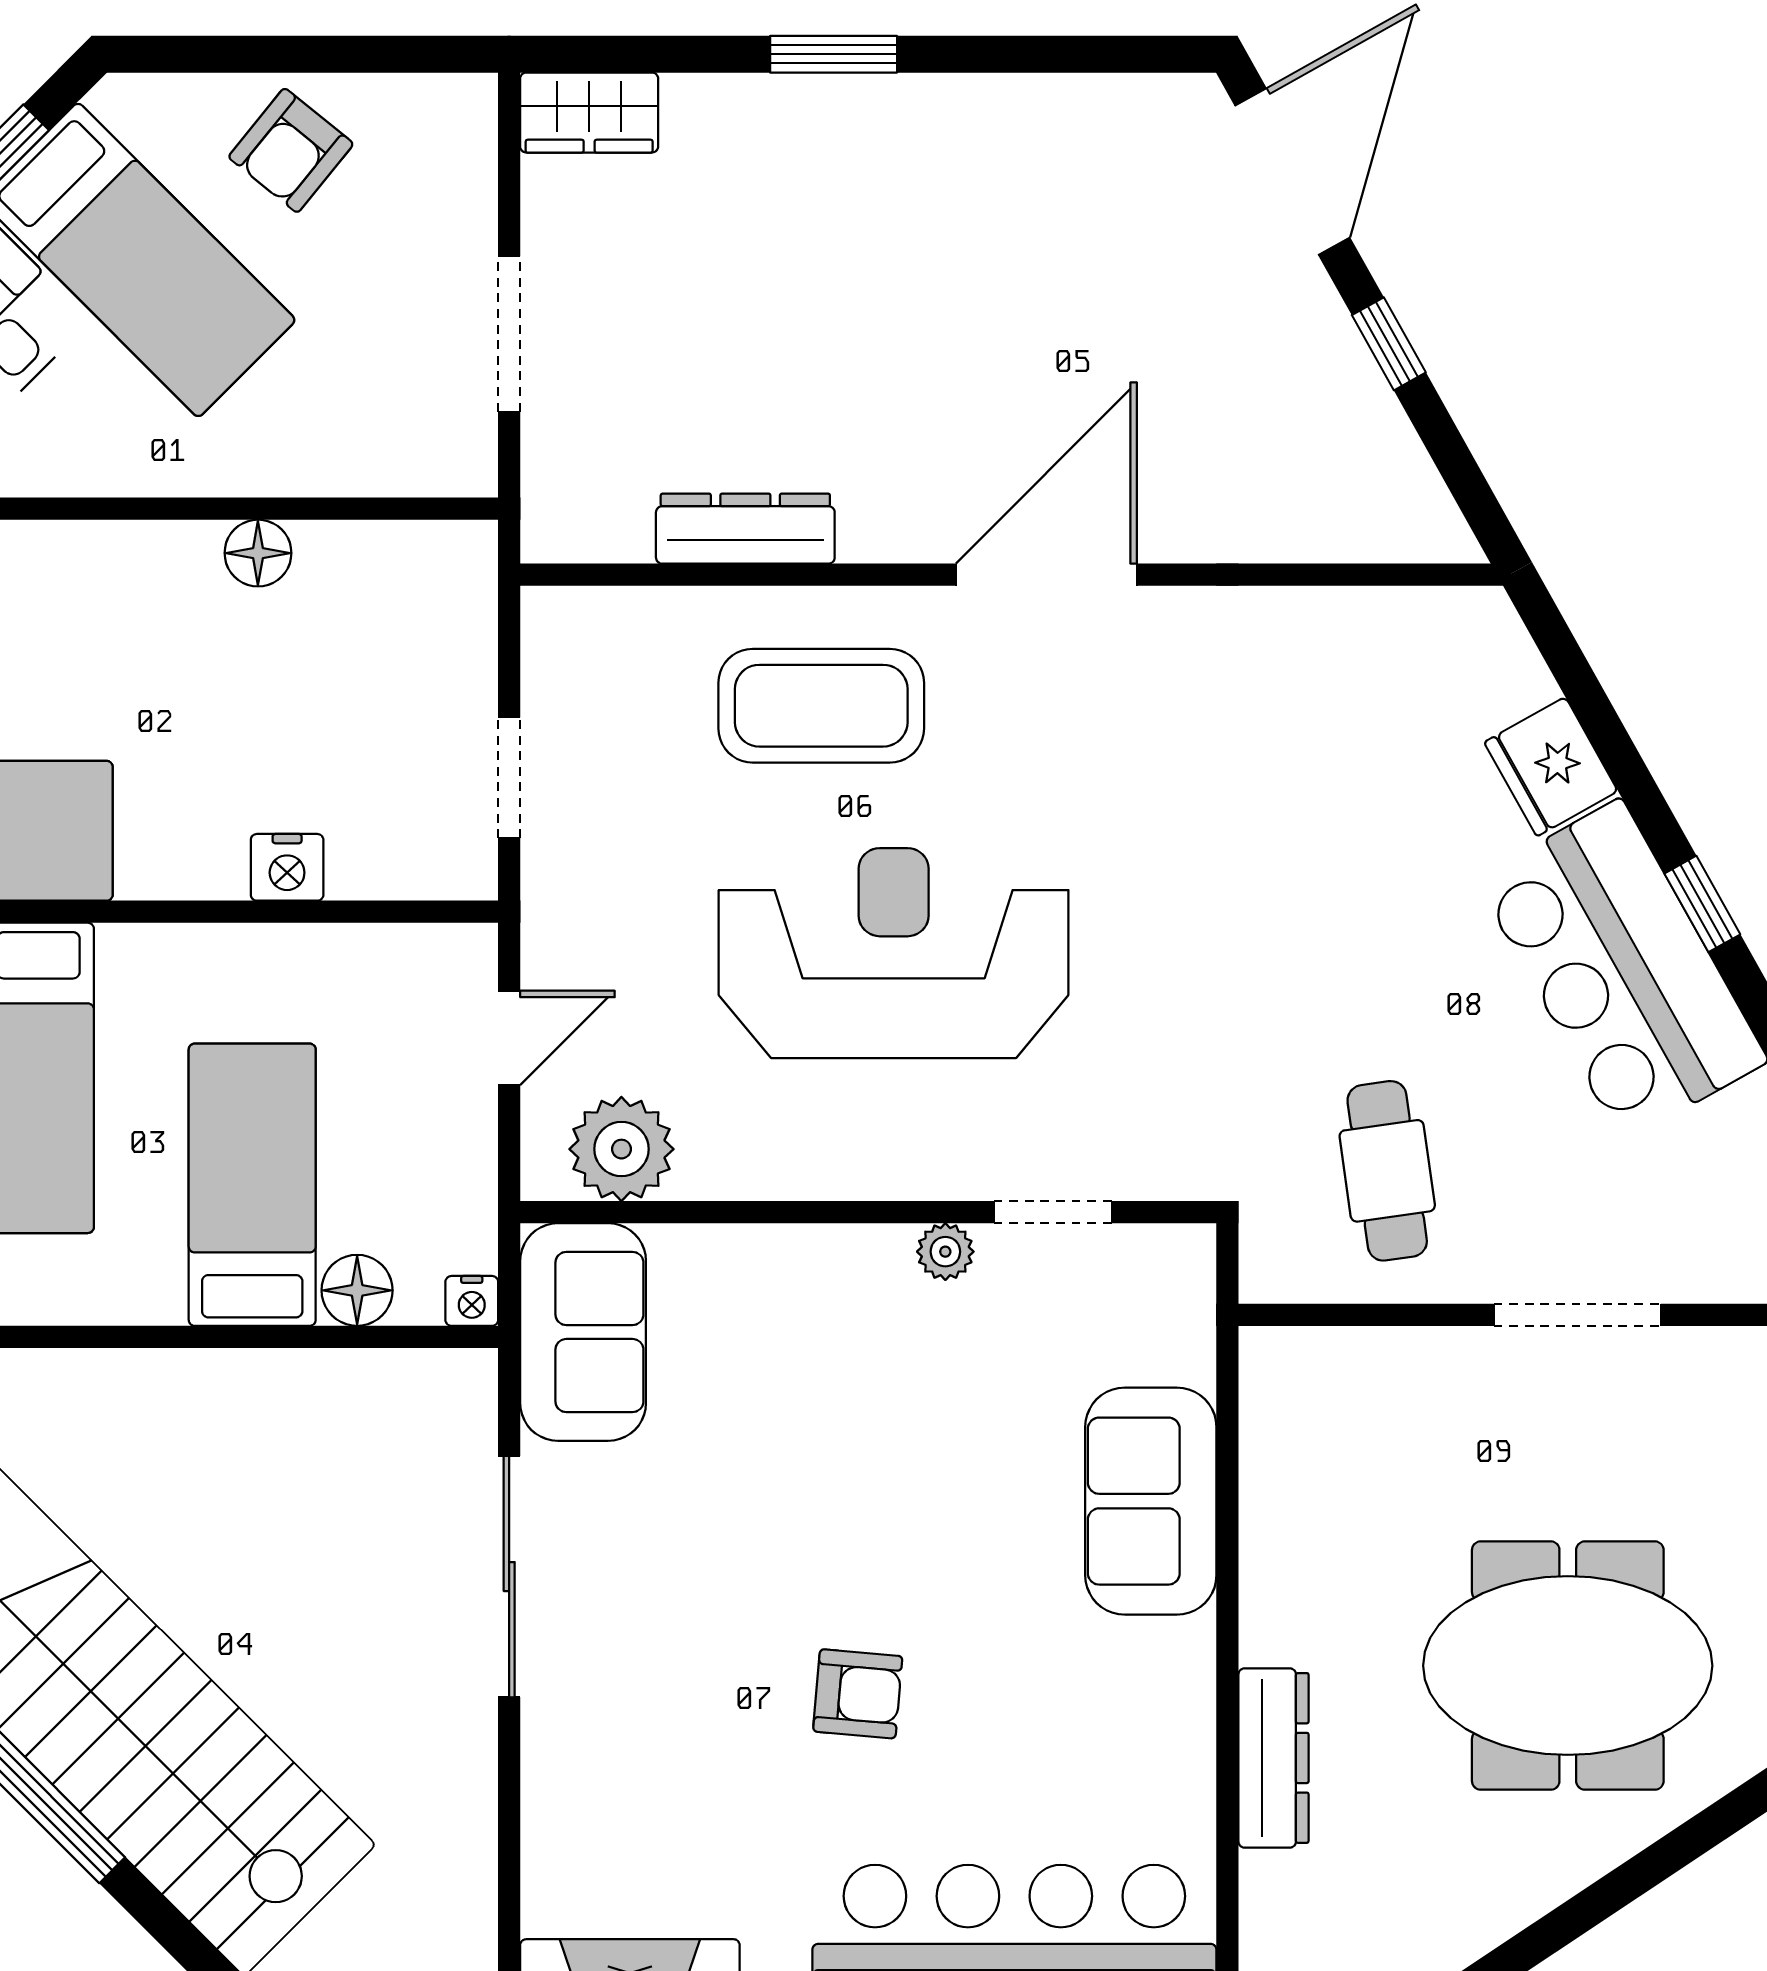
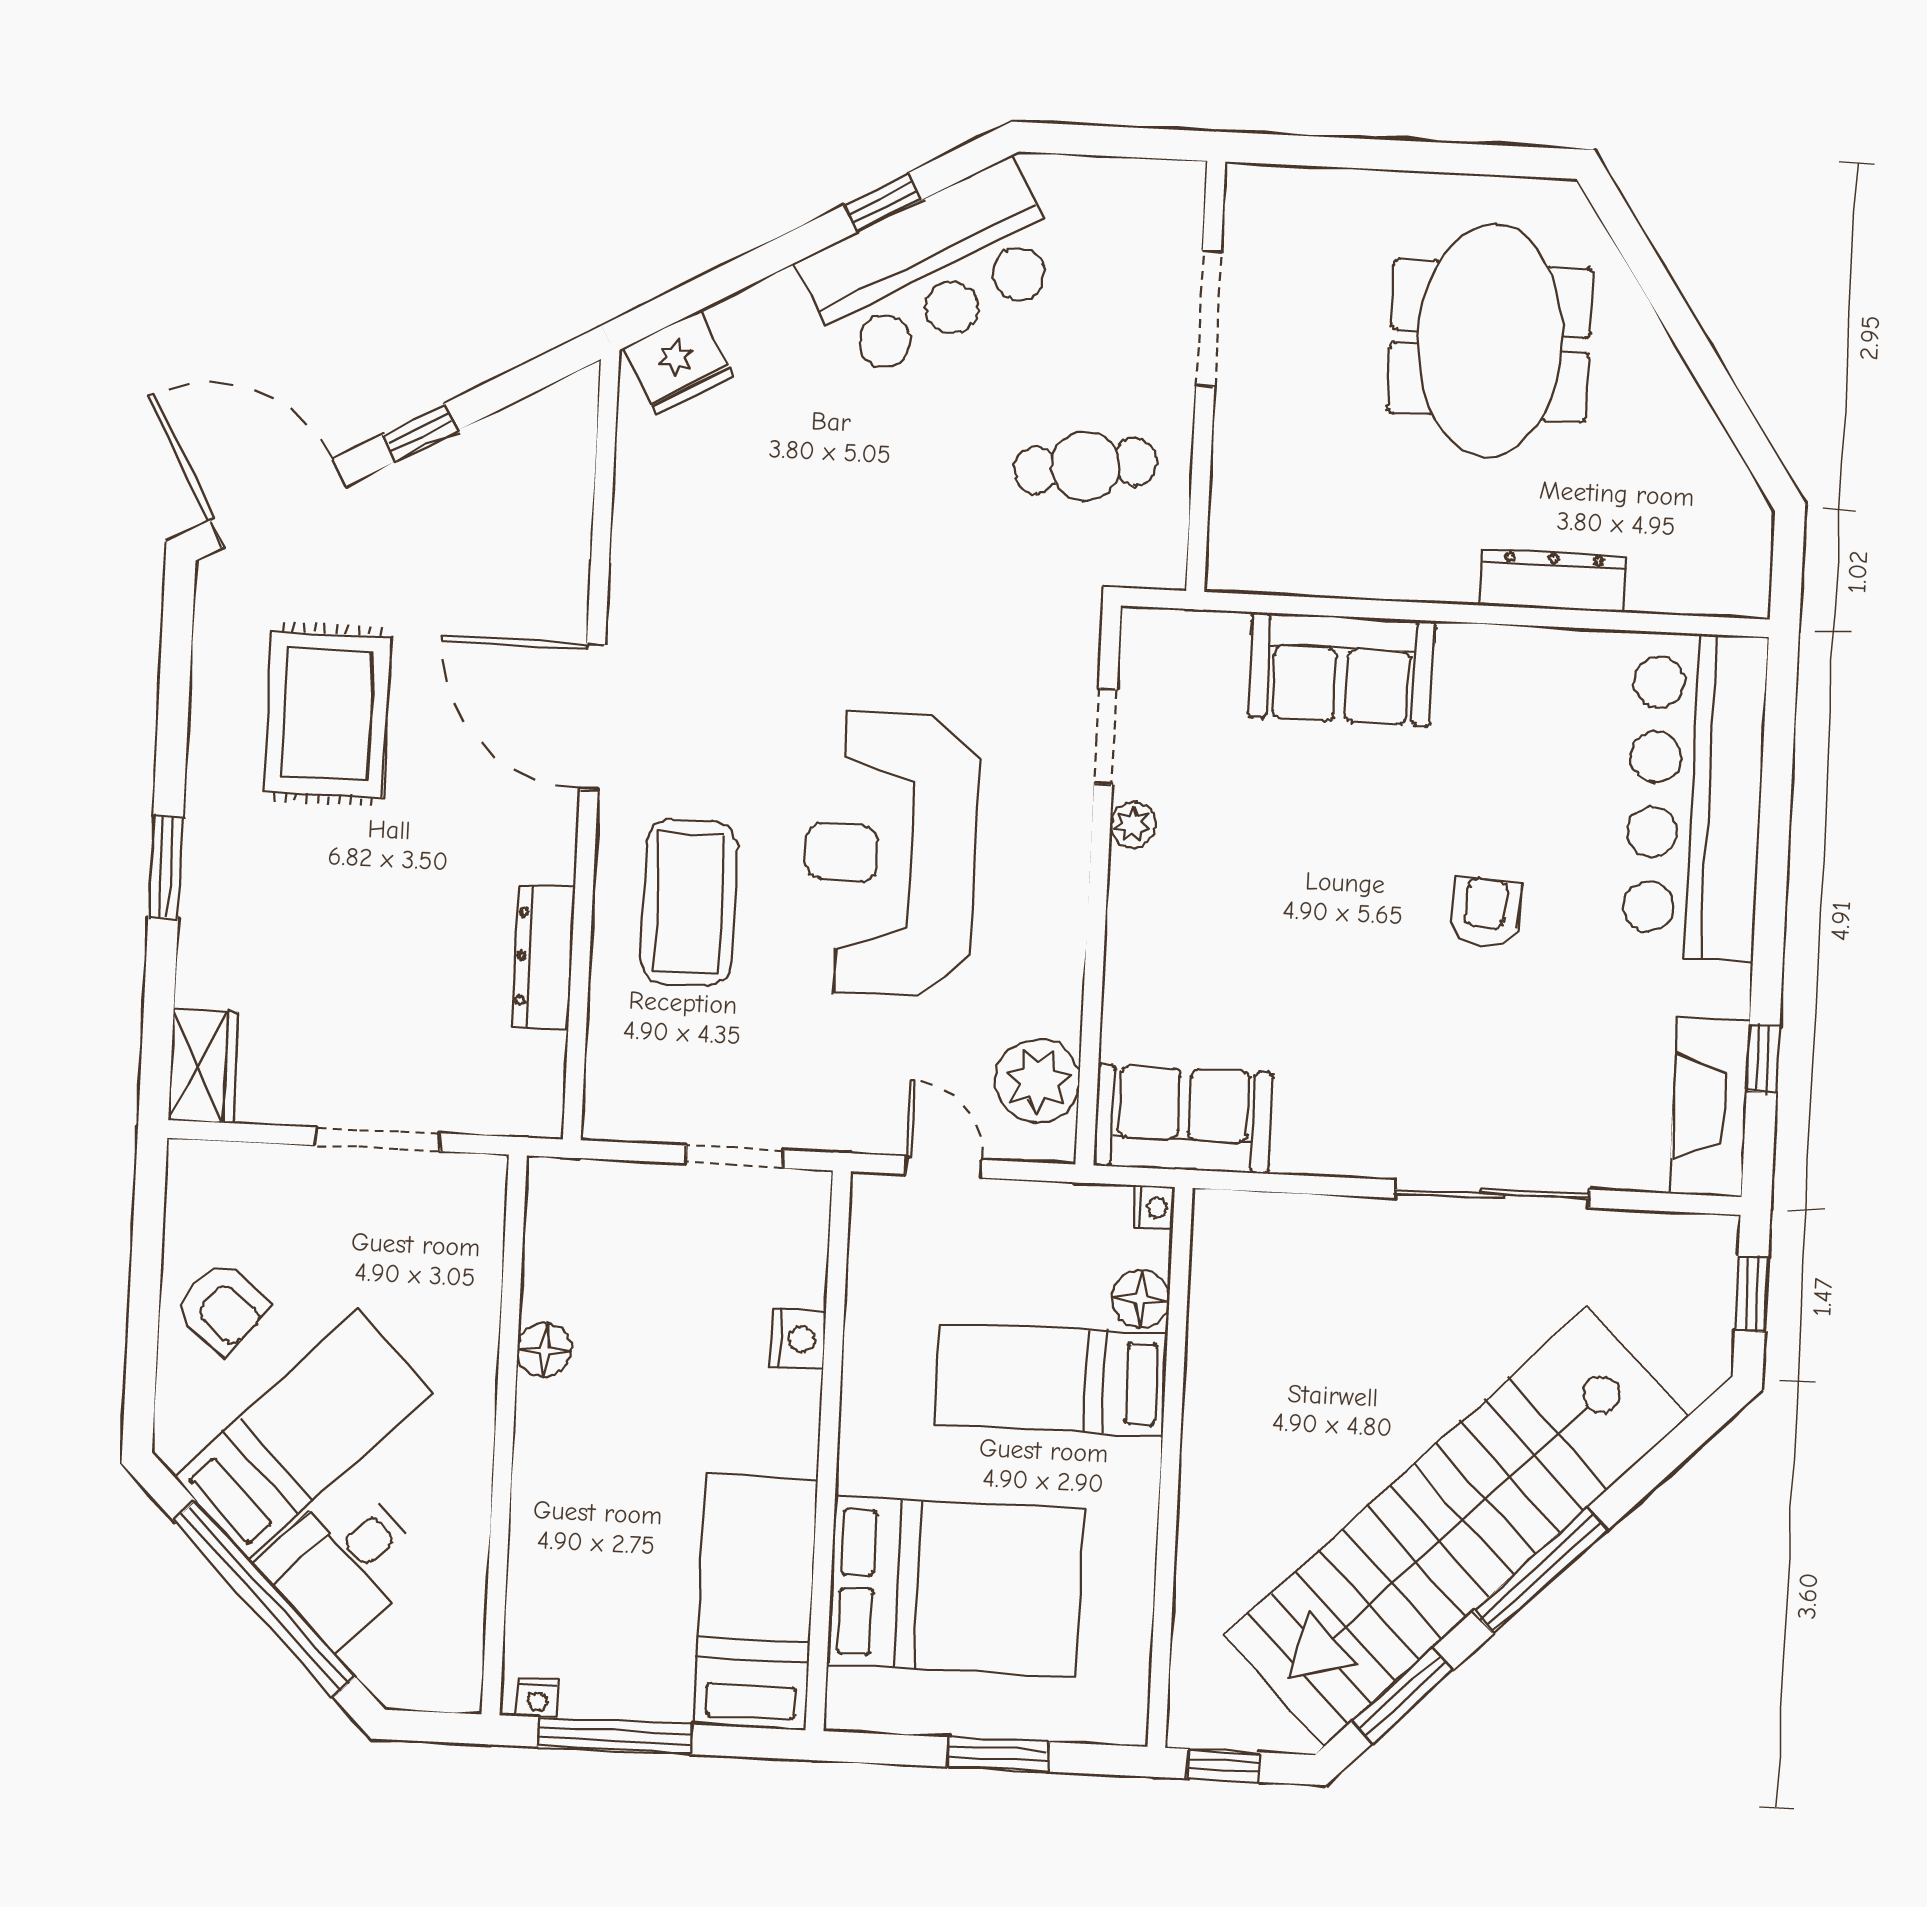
rug: (1033, 246) -> (327, 714), added
fridge: (1551, 767) -> (678, 362), moved
sliding door: (509, 1577) -> (1492, 1194), moved

